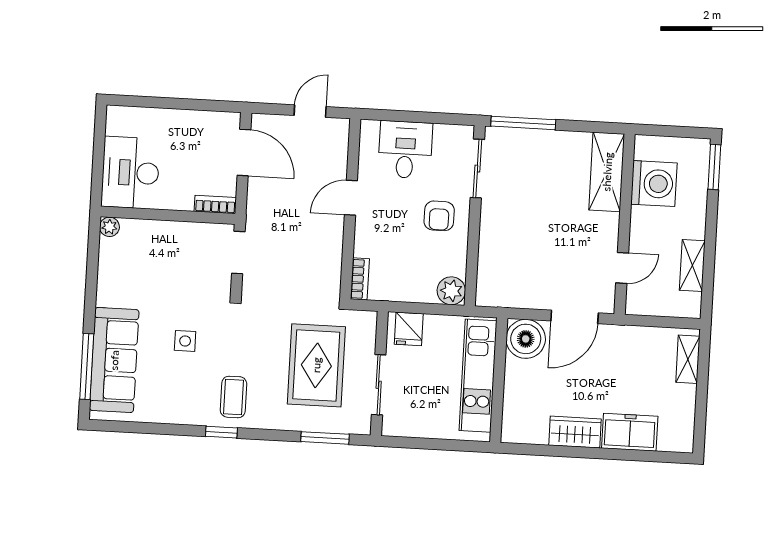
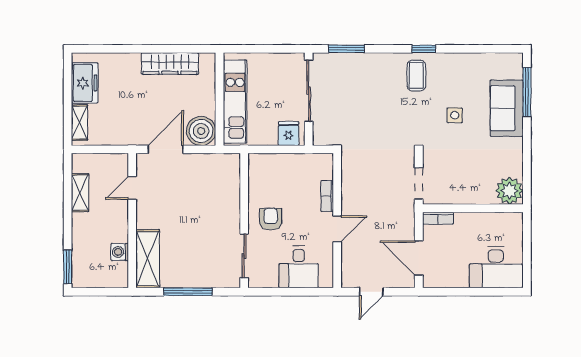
window: (523, 123) -> (188, 292), moved
desk: (130, 173) -> (496, 267), moved, turned 90
washing machine: (654, 184) -> (120, 252), width x0.53, depth x0.53
plant: (109, 227) -> (509, 191), width x1.88, depth x1.88
bookcase: (360, 279) -> (327, 196), moved
plant: (451, 291) -> (258, 164), removed
sofa: (114, 360) -> (507, 108), width x0.73
rug: (316, 365) -> (356, 102), removed
sliding door: (379, 385) -> (309, 91), width x1.37
wardrobe: (575, 432) -> (170, 64), width x1.50
freezer: (630, 432) -> (85, 83), moved, turned -90

